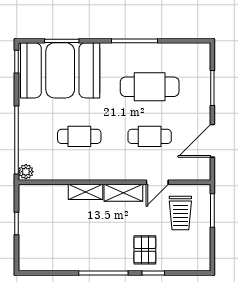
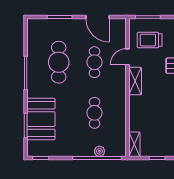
booth: (60, 70) -> (41, 119), width x0.73, depth x0.70
plant: (26, 172) -> (99, 151), moved
door: (157, 182) -> (127, 57), swing flipped
shelving: (85, 192) -> (134, 144), moved
trolley: (180, 213) -> (150, 40), turned 180

